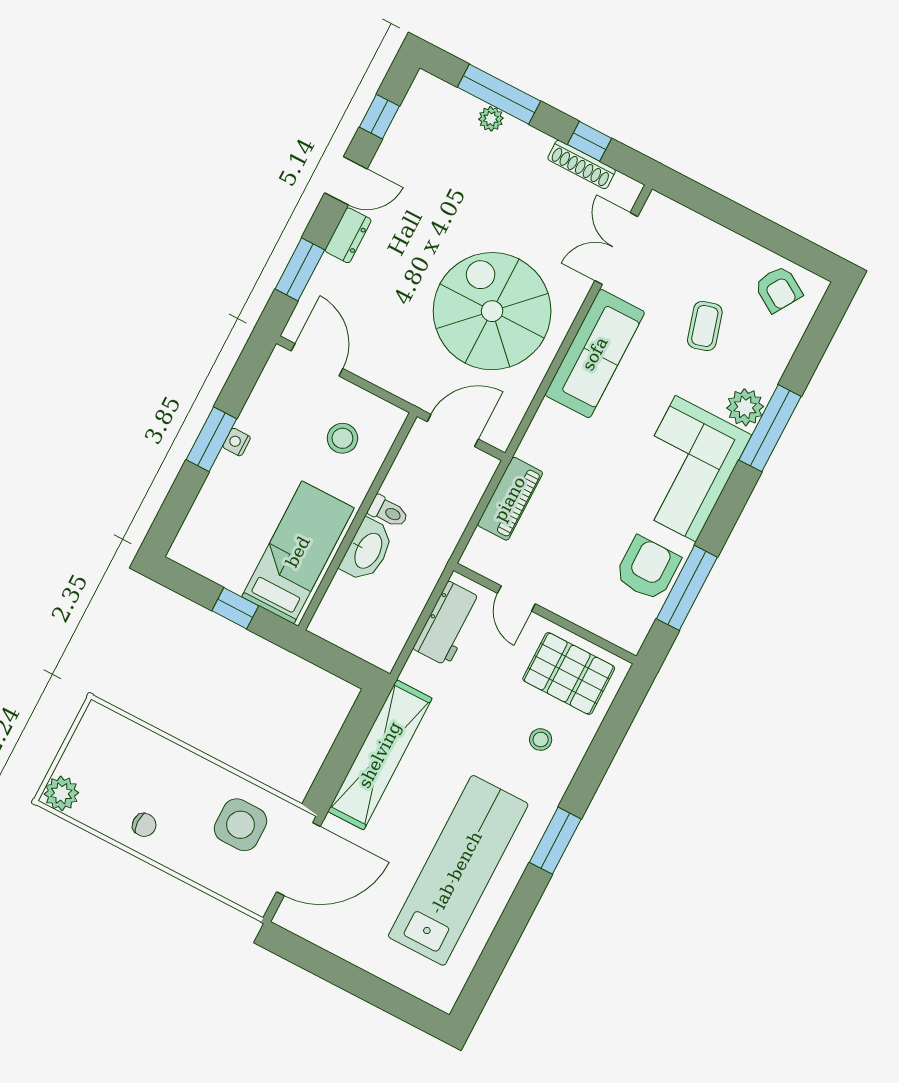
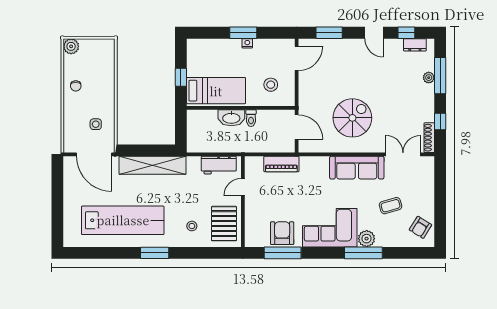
shoe rack: (582, 165) -> (429, 138), moved
dresser: (348, 235) -> (415, 45), moved
spiral stairs: (492, 311) -> (352, 118), width x0.73, depth x0.73
armchair: (648, 568) -> (282, 233), turned -90
side table: (241, 825) -> (96, 124), width x0.54, depth x0.54

